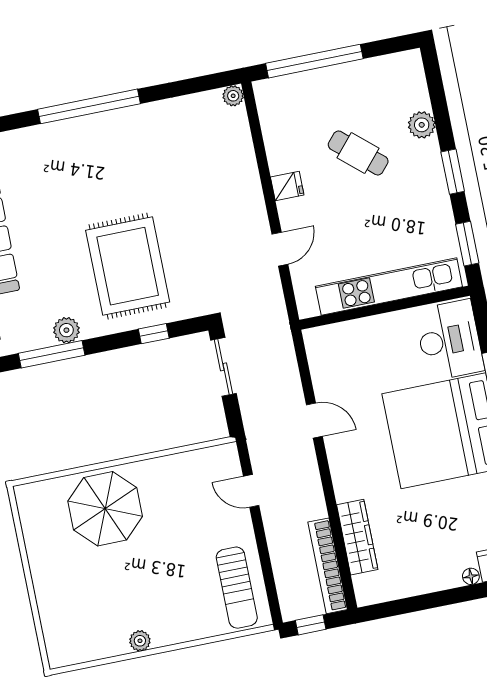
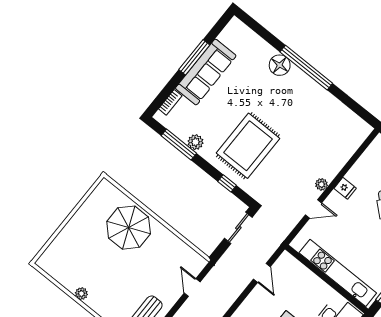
plant: (233, 96) -> (321, 184), moved
floor lamp: (57, 138) -> (280, 65), added
door: (314, 421) -> (262, 273), moved

